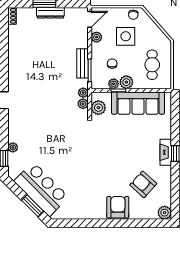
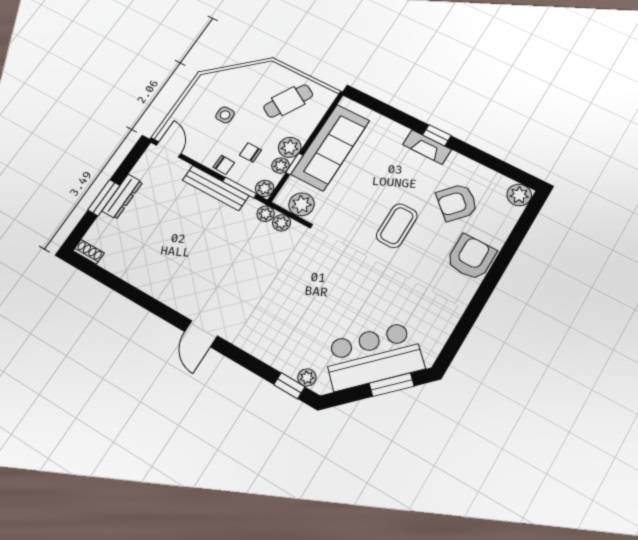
chair: (133, 15) -> (224, 165), moved
side table: (126, 36) -> (225, 115), width x0.54, depth x0.54
plant: (96, 37) -> (265, 188), moved
bench: (83, 63) -> (216, 188), width x1.36
cafe table: (152, 65) -> (288, 101), turned -60
plant: (13, 147) -> (307, 377), moved
coffee table: (114, 162) -> (397, 226), added
armchair: (118, 207) -> (471, 257), turned 90

